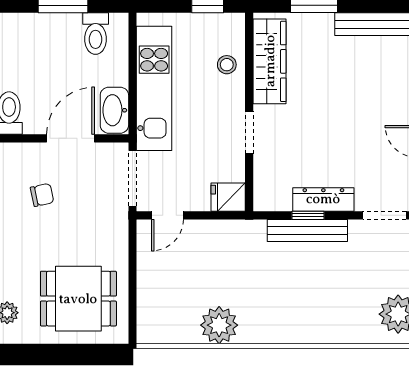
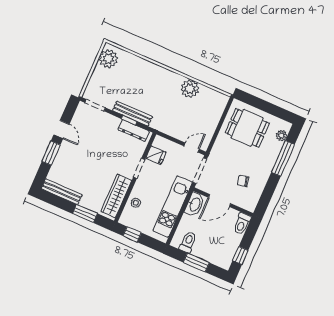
fridge: (228, 197) -> (156, 155), moved
dresser: (323, 199) -> (134, 131), moved

